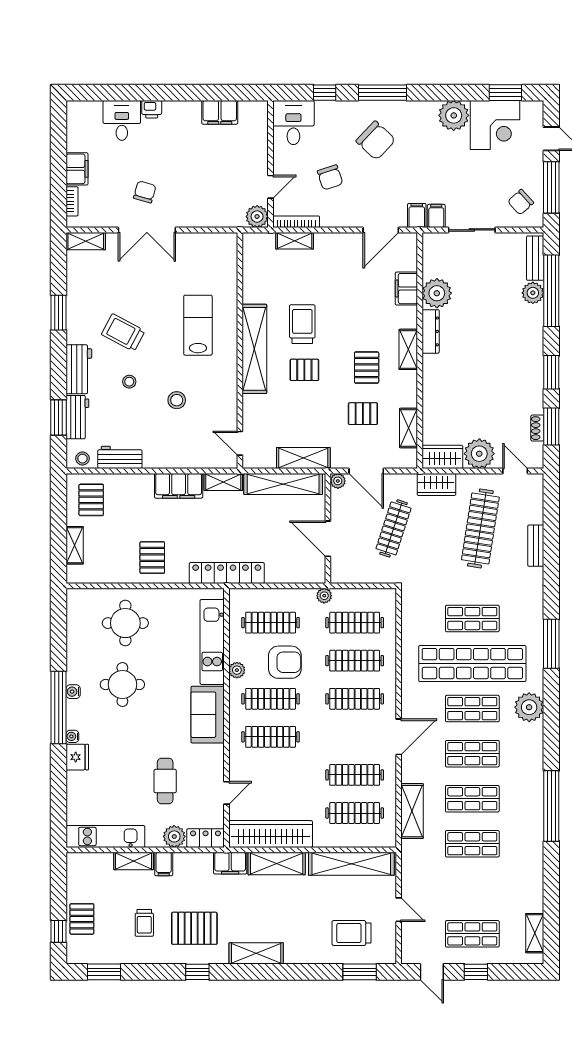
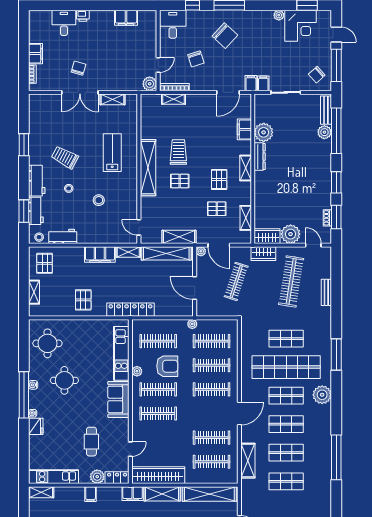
plant: (454, 115) -> (279, 15), width x0.53, depth x0.53
shelving: (86, 241) -> (113, 99), moved
round table: (125, 623) -> (47, 343), moved
shelving: (134, 861) -> (41, 492), moved

